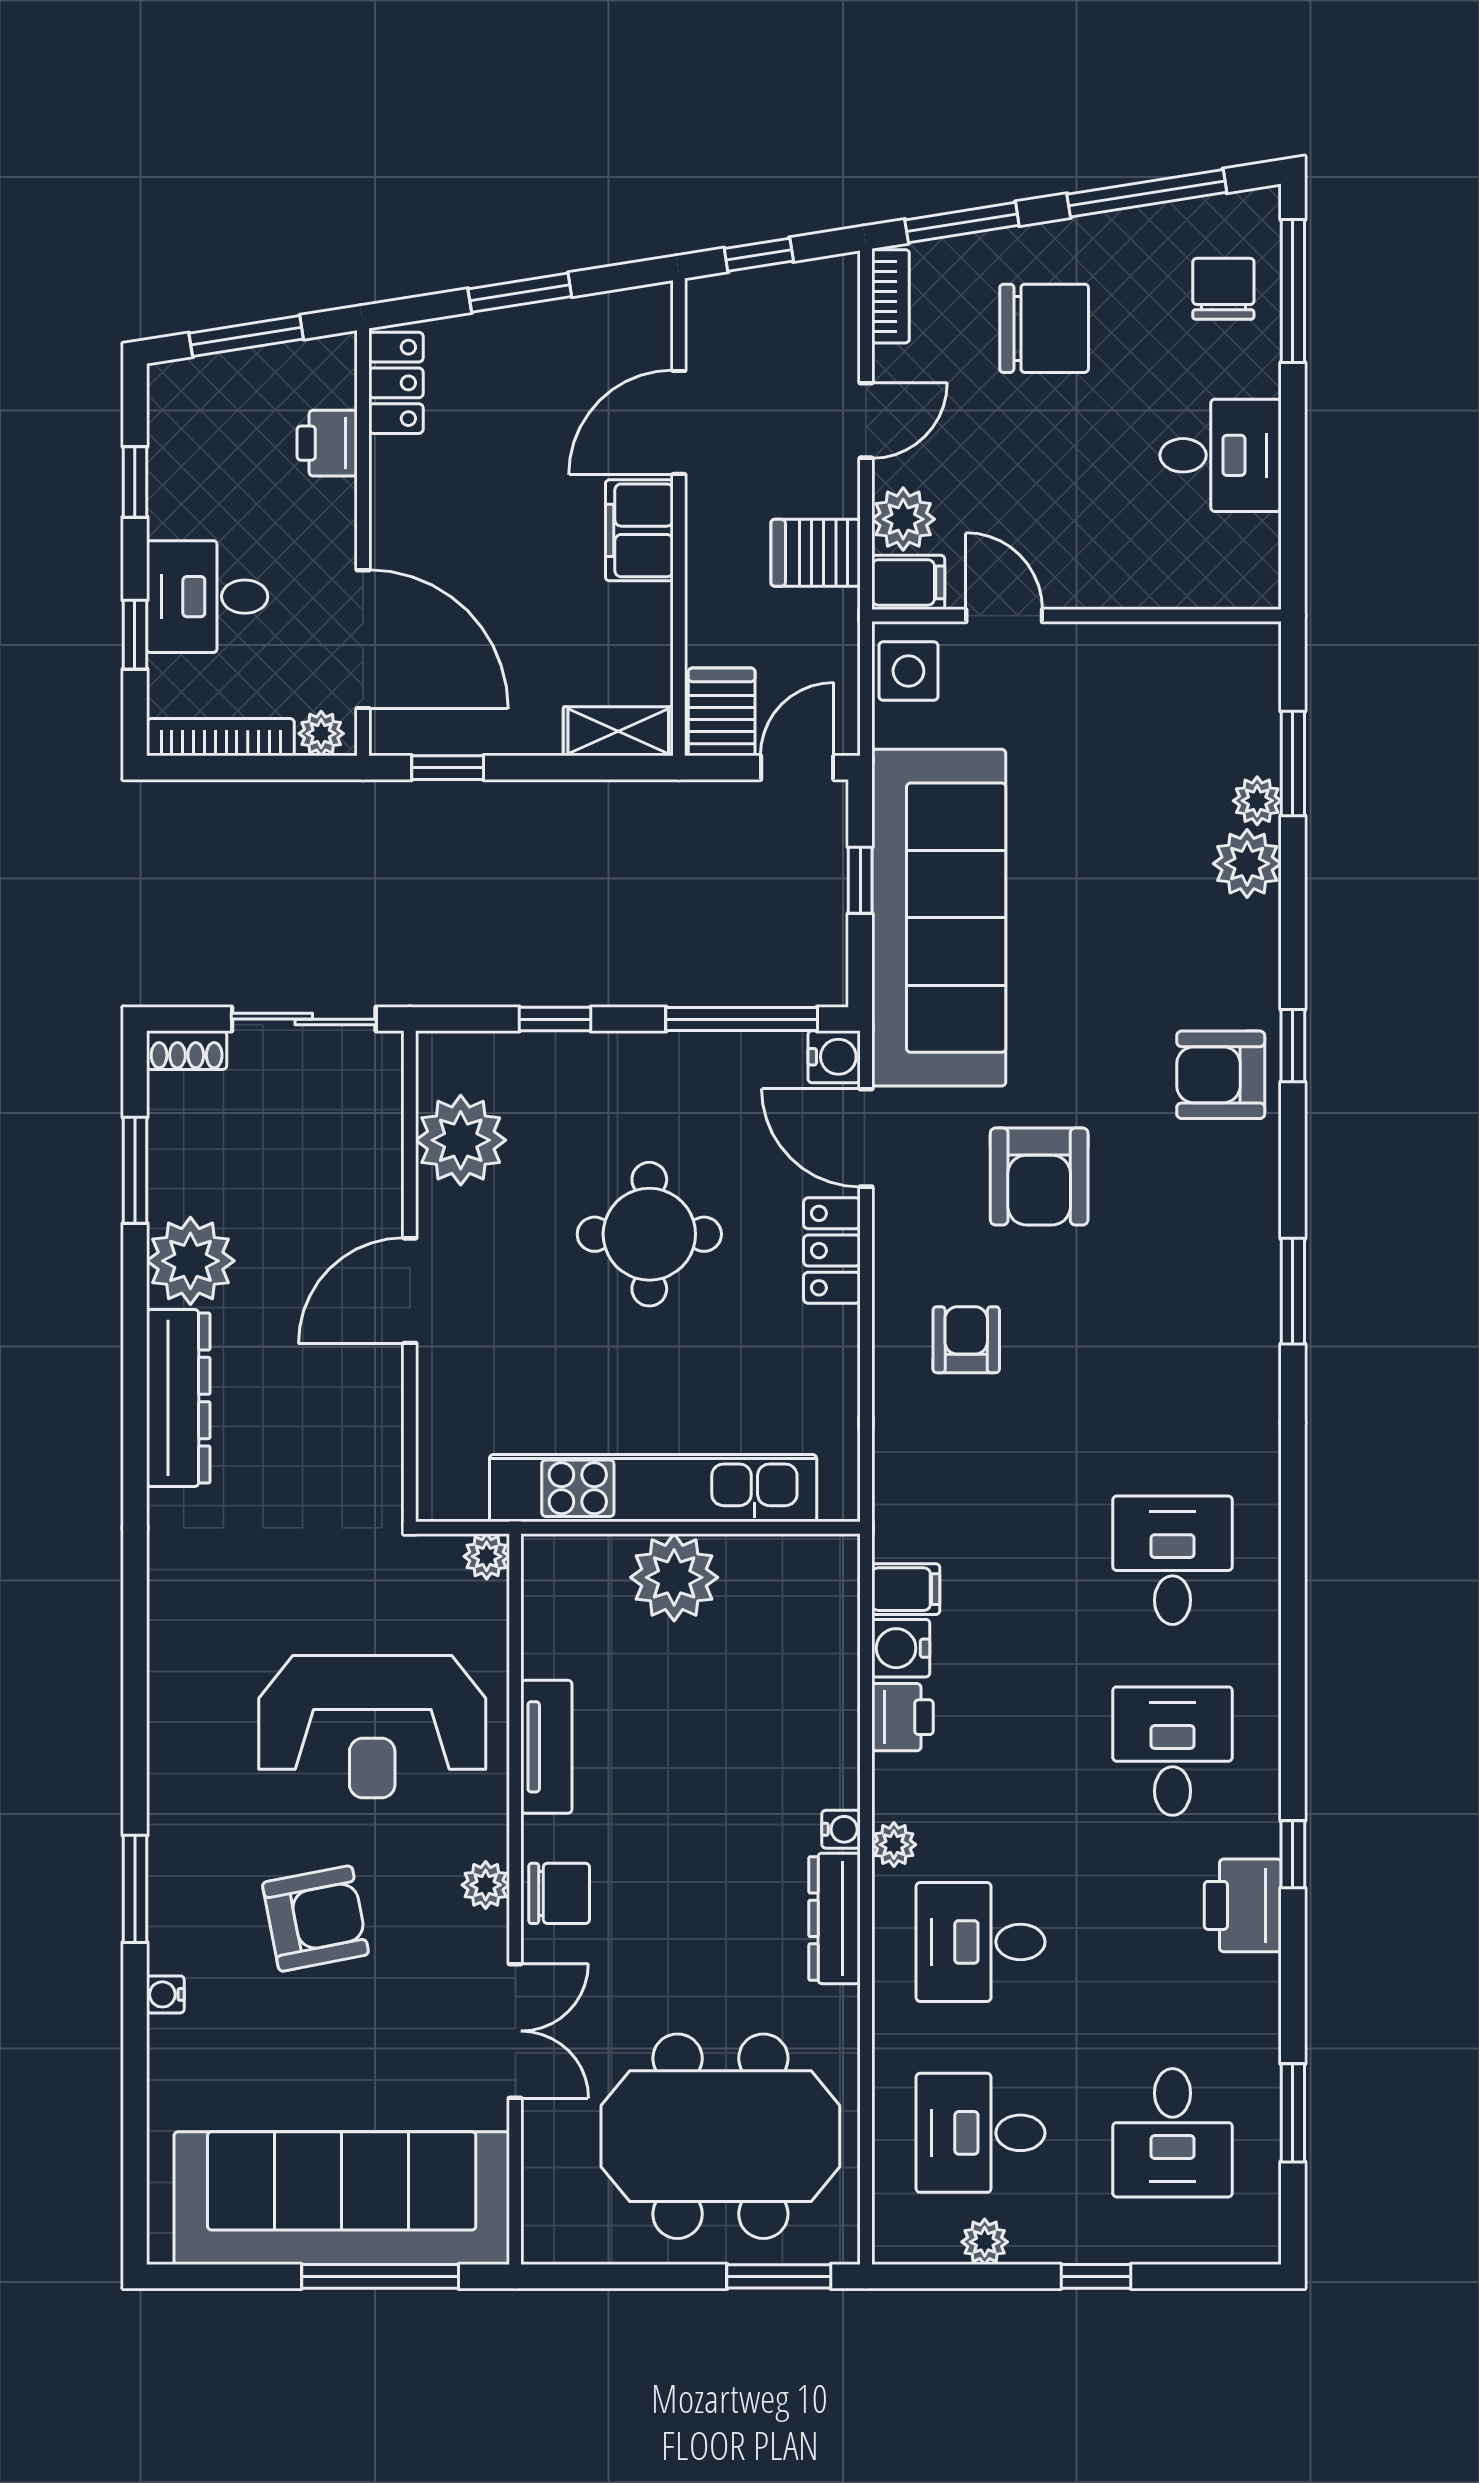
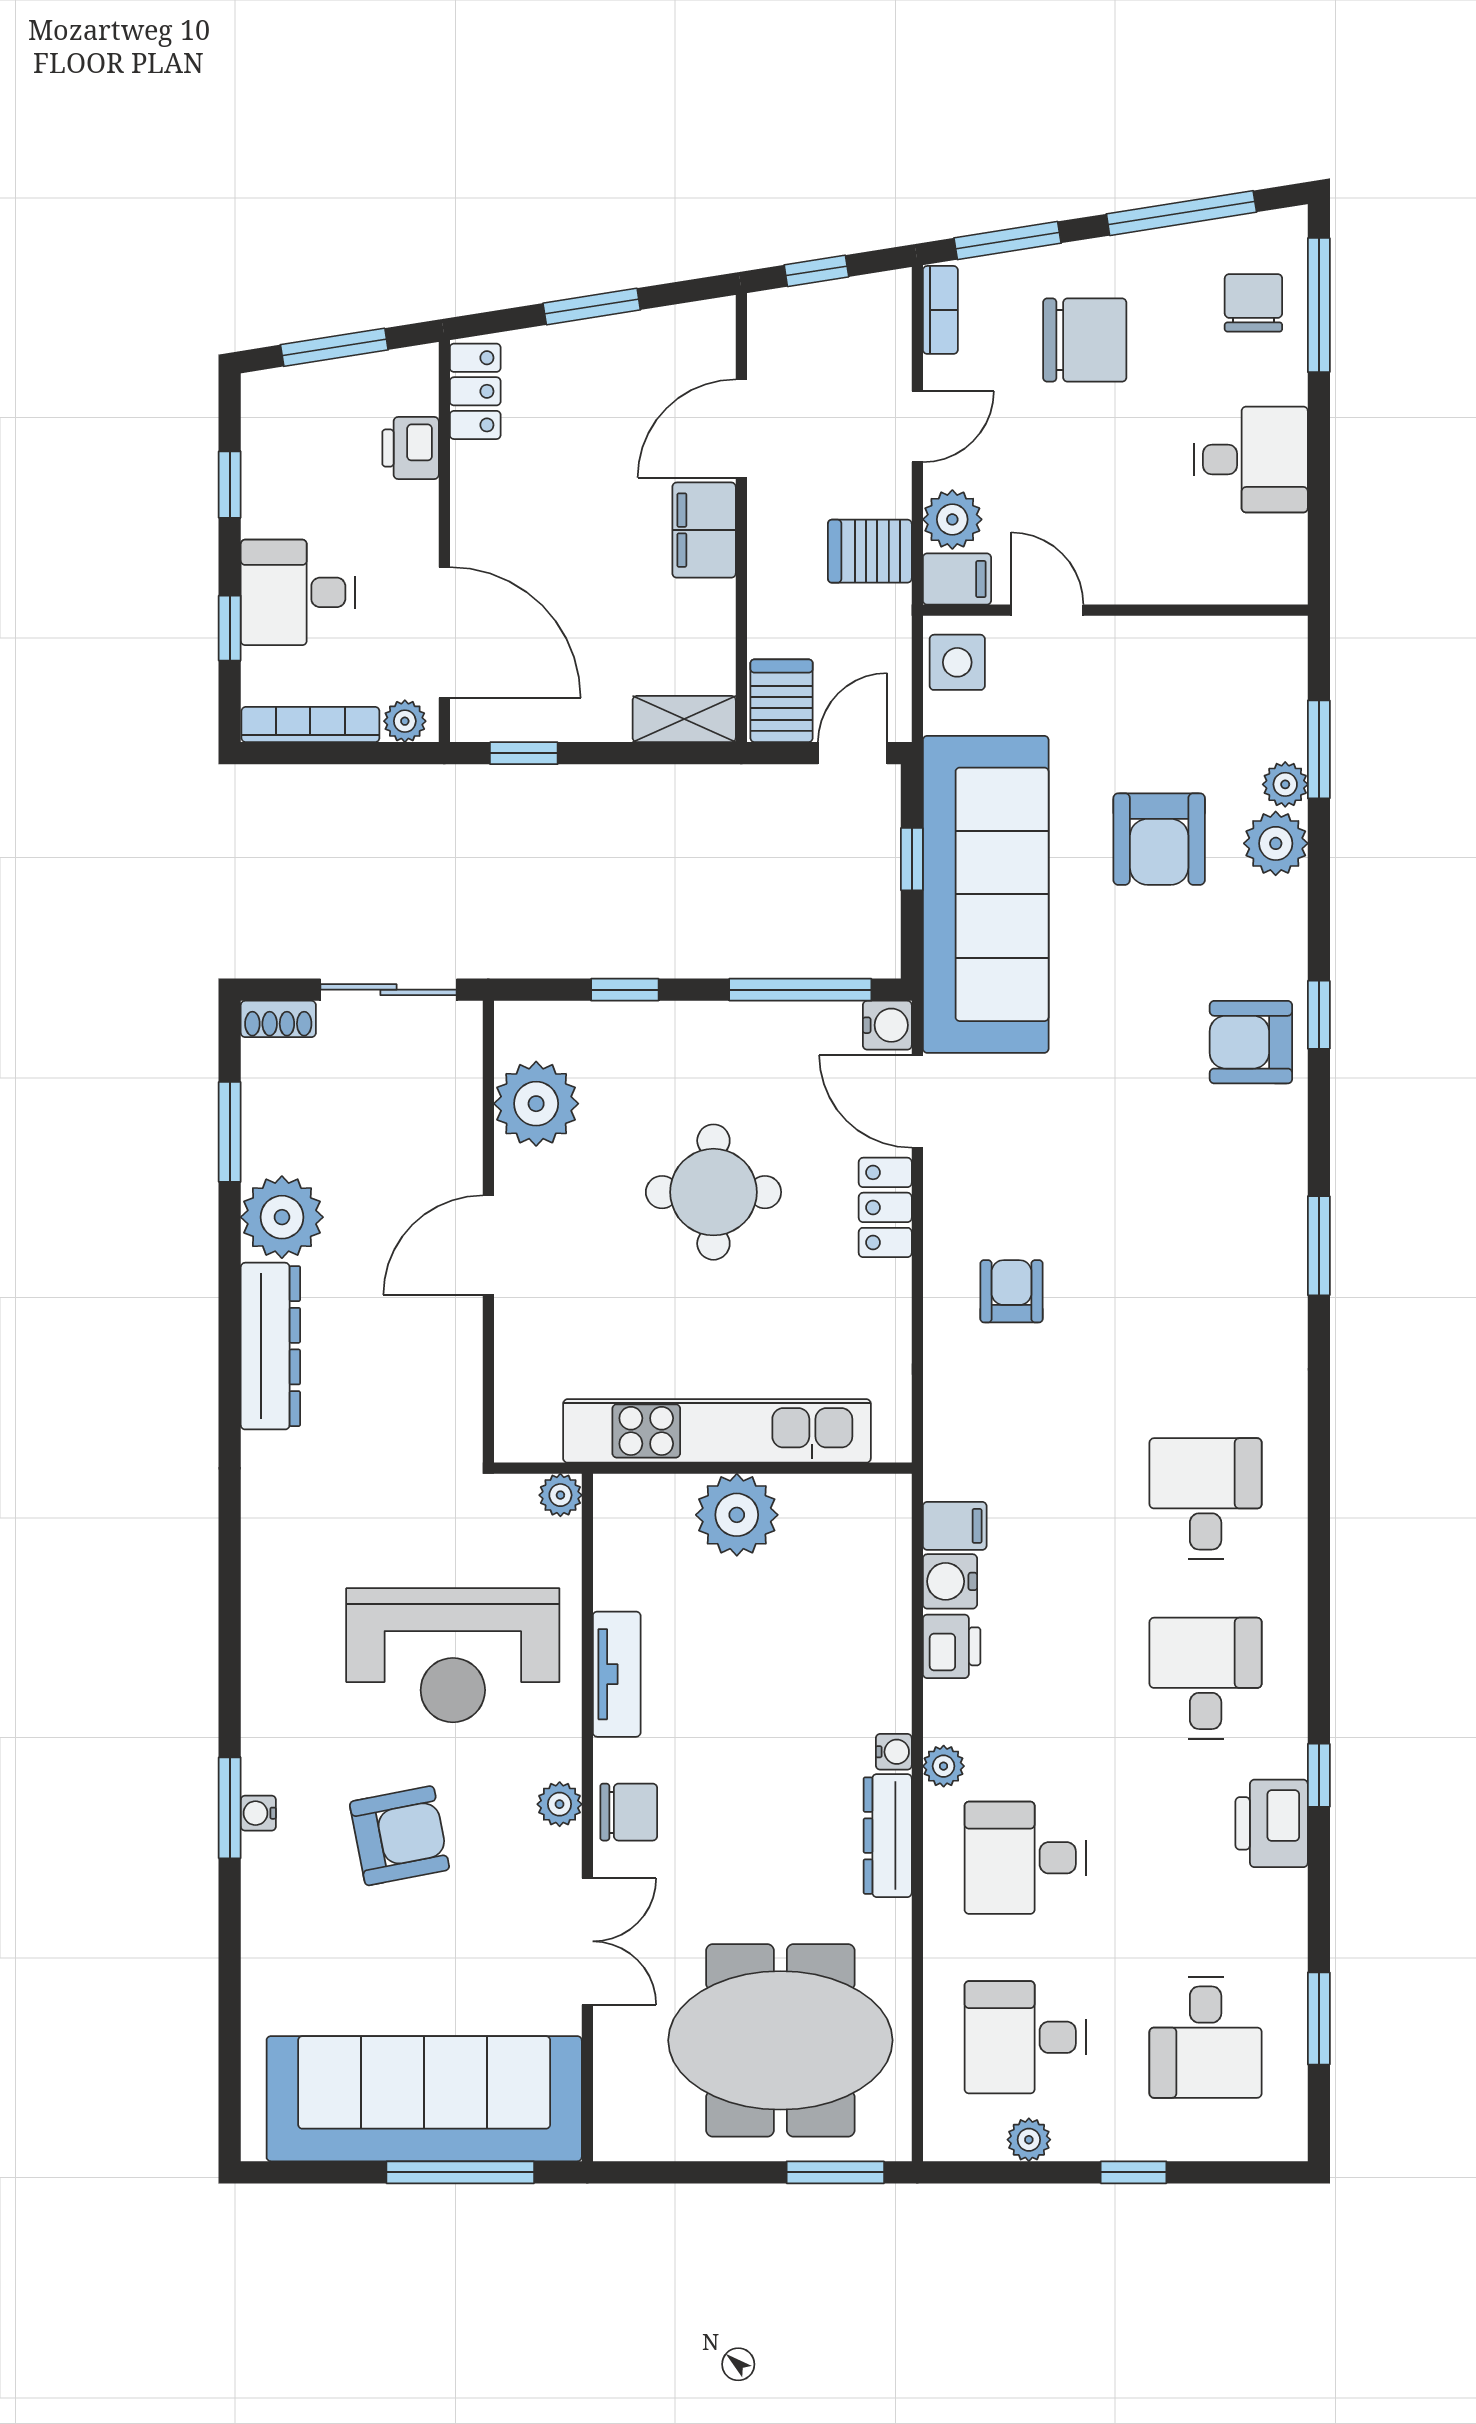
armchair: (1039, 1176) -> (1159, 839), moved
water cooler: (165, 1994) -> (258, 1813), moved

